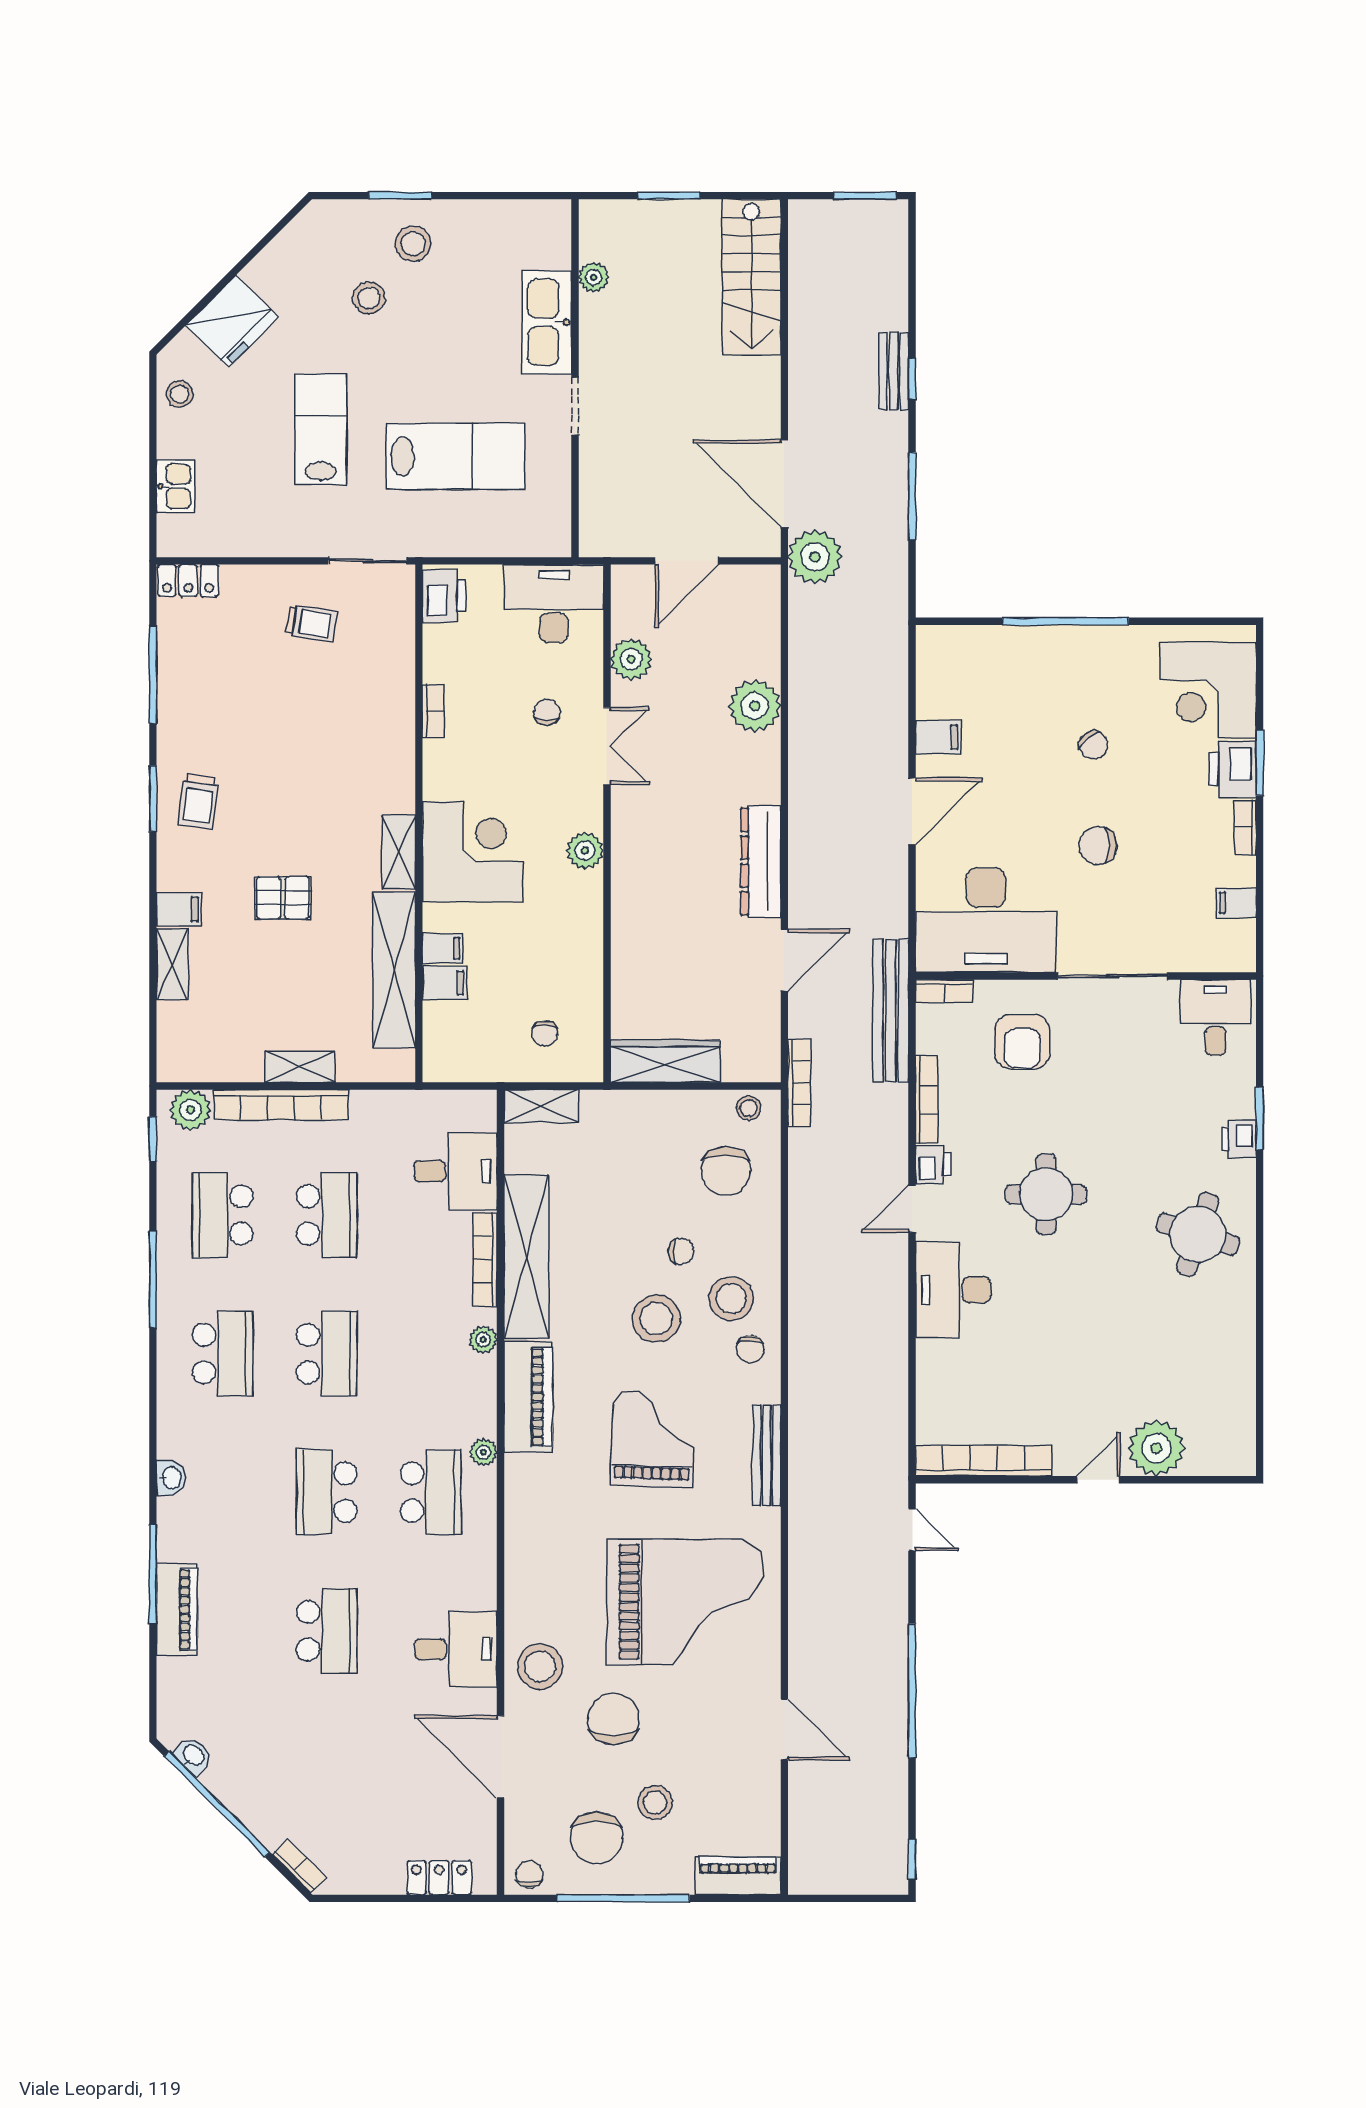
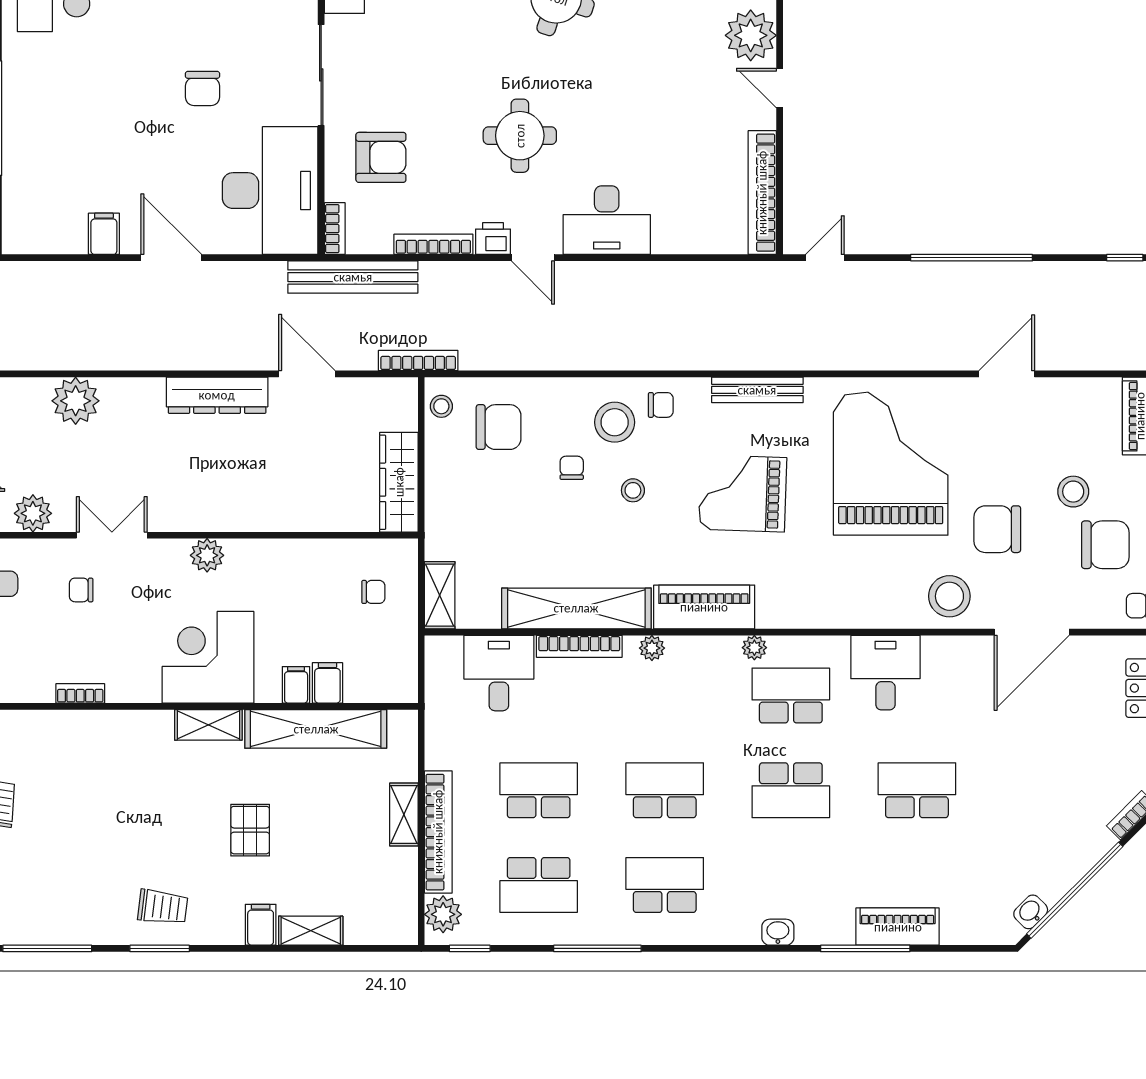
chair: (1093, 745) -> (111, 93), removed
stool: (656, 1319) -> (633, 490), width x0.53, depth x0.53
desk: (456, 1649) -> (885, 673), moved

